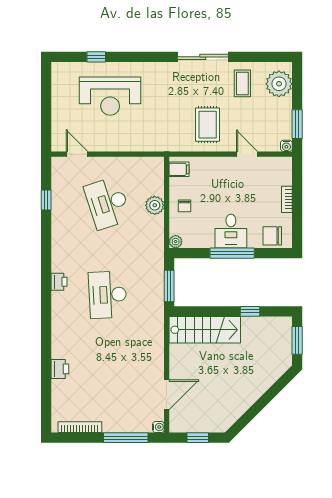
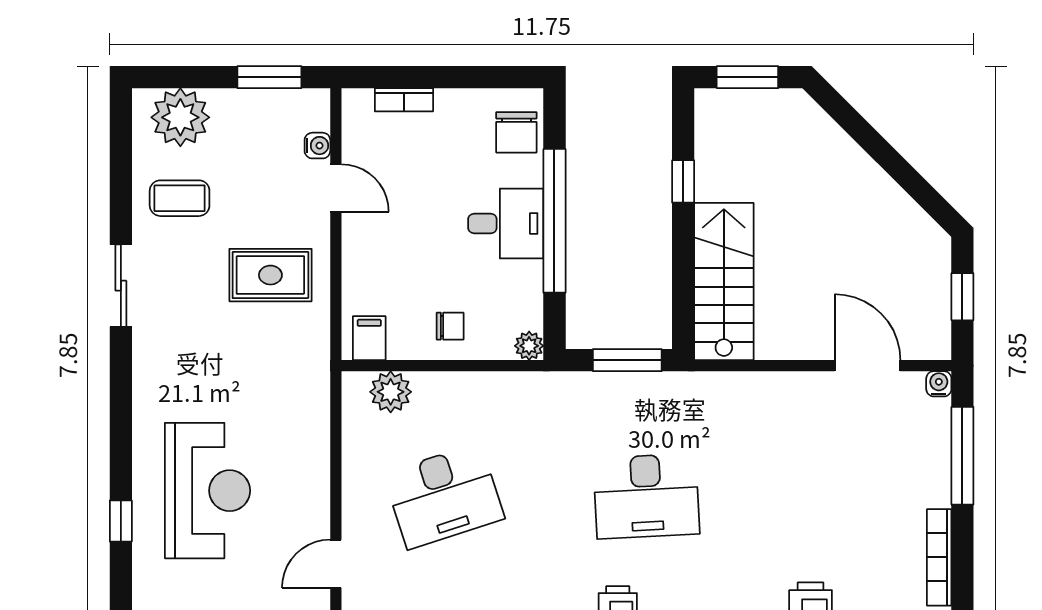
sliding door: (203, 57) -> (121, 286), width x0.73
water cooler: (286, 146) -> (317, 146), moved
door: (247, 154) -> (336, 188), swing flipped
bookcase: (287, 199) -> (404, 100), moved
plant: (155, 205) -> (391, 392), moved
window: (232, 253) -> (554, 221), width x1.46

